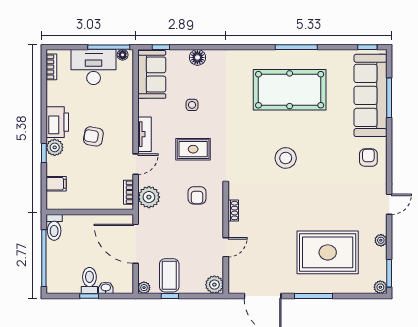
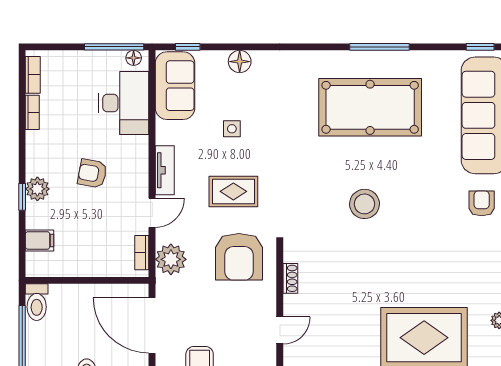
desk: (94, 67) -> (124, 103), moved, turned 90
bookcase: (51, 93) -> (32, 112), added
printer: (57, 122) -> (41, 153), removed
armchair: (197, 195) -> (239, 257), width x1.88, depth x1.88

